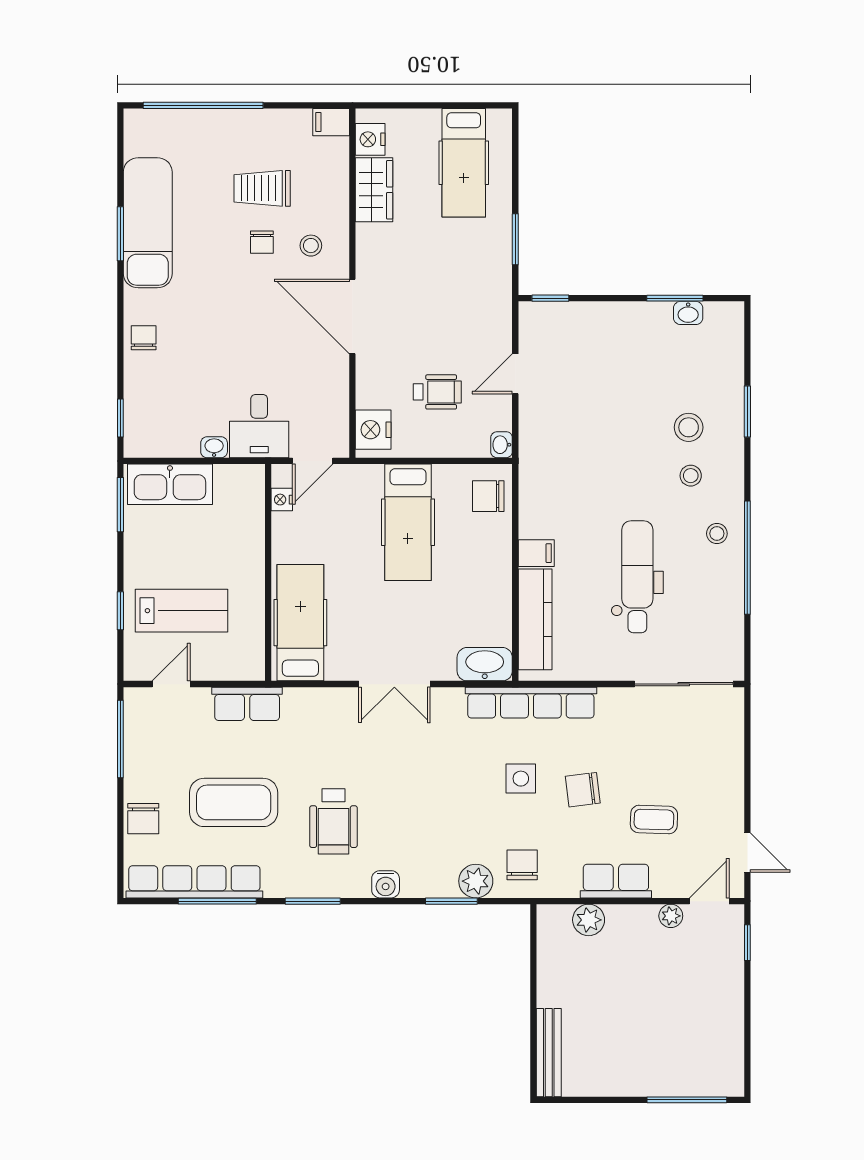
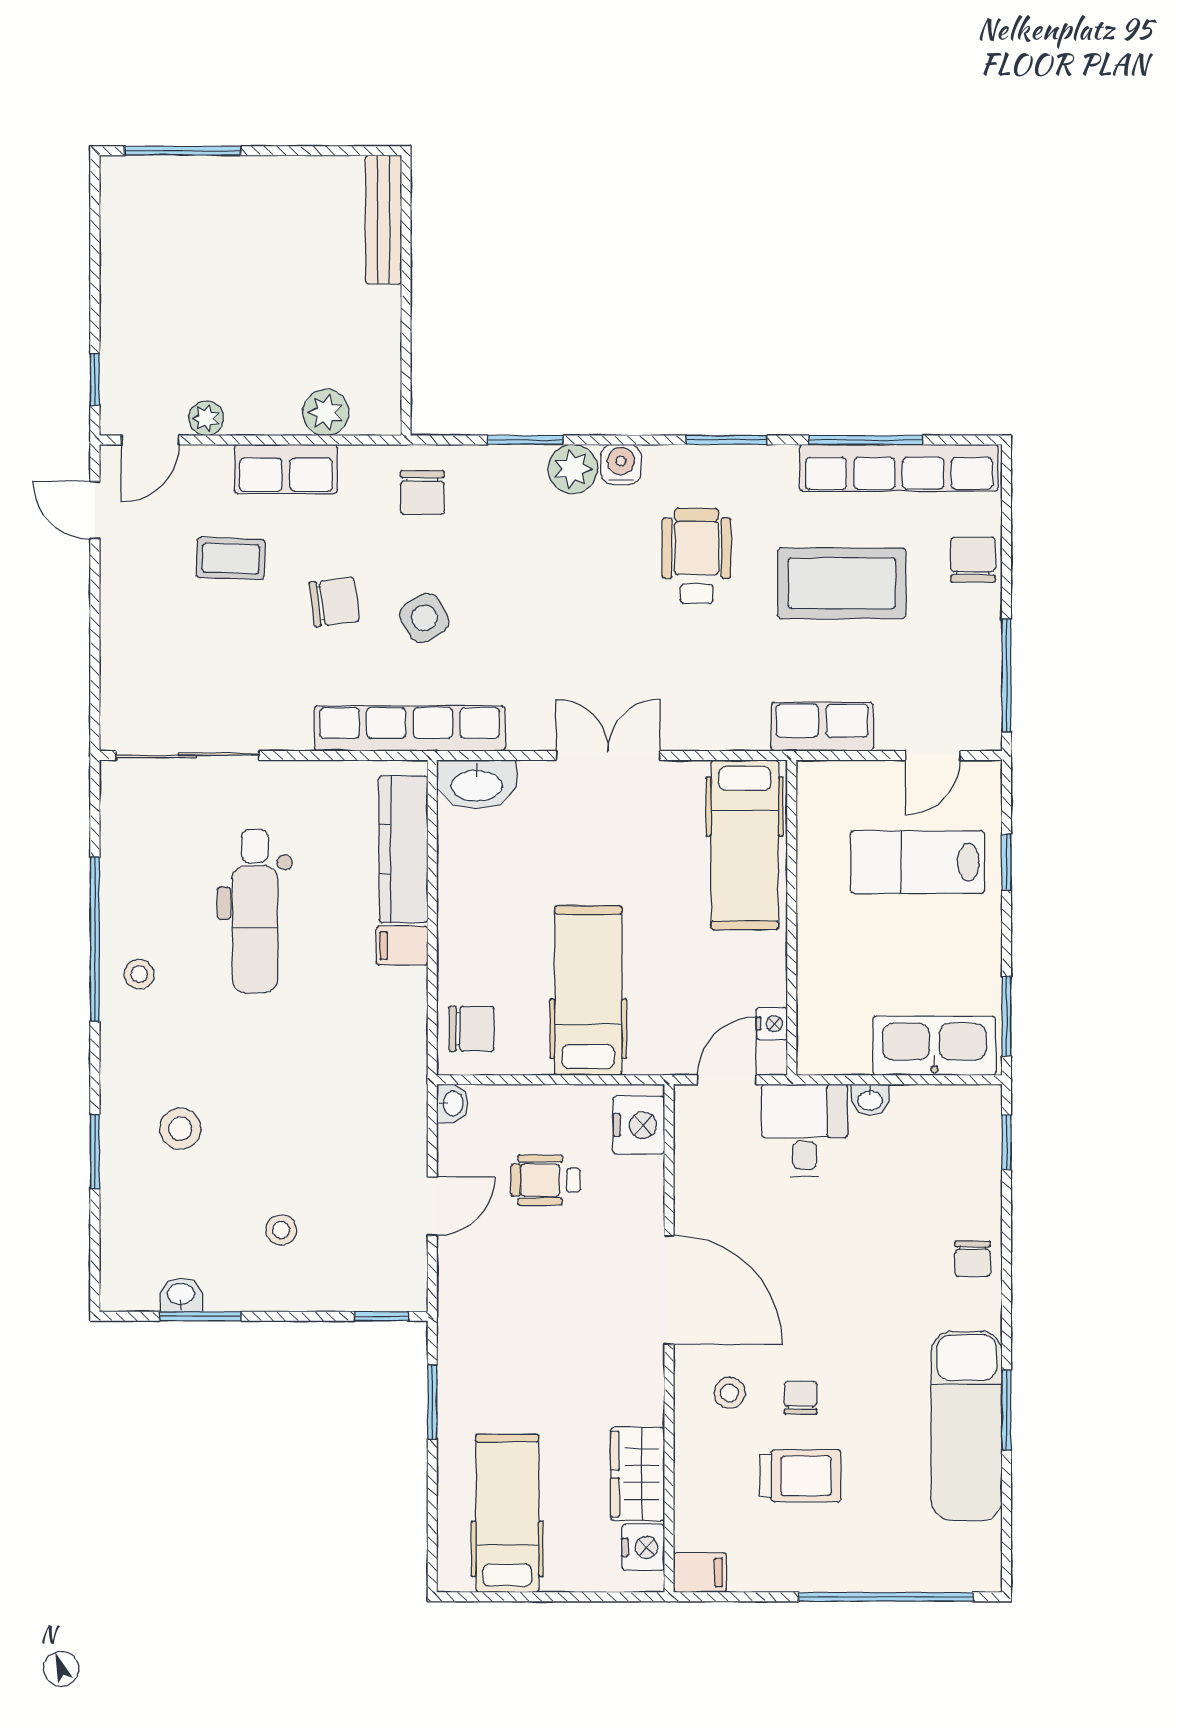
stool: (691, 476) -> (281, 1230), moved
side table: (521, 779) -> (424, 618), turned -30
plant: (476, 881) -> (573, 469), moved

